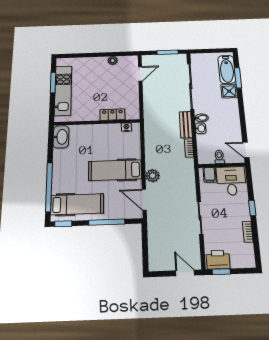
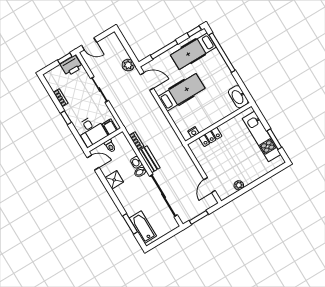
shower: (229, 91) -> (114, 180), moved
plant: (153, 176) -> (128, 65), moved

